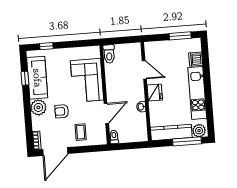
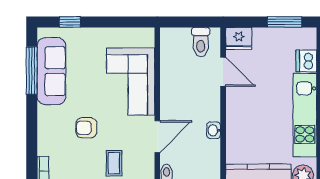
toilet: (109, 54) -> (201, 42), moved
window: (25, 78) -> (32, 71), width x2.17
fridge: (155, 92) -> (239, 38), moved, turned 90
plant: (38, 107) -> (50, 119), removed

